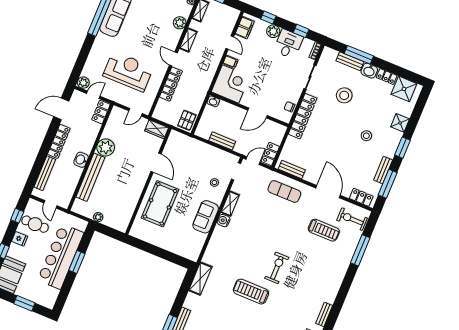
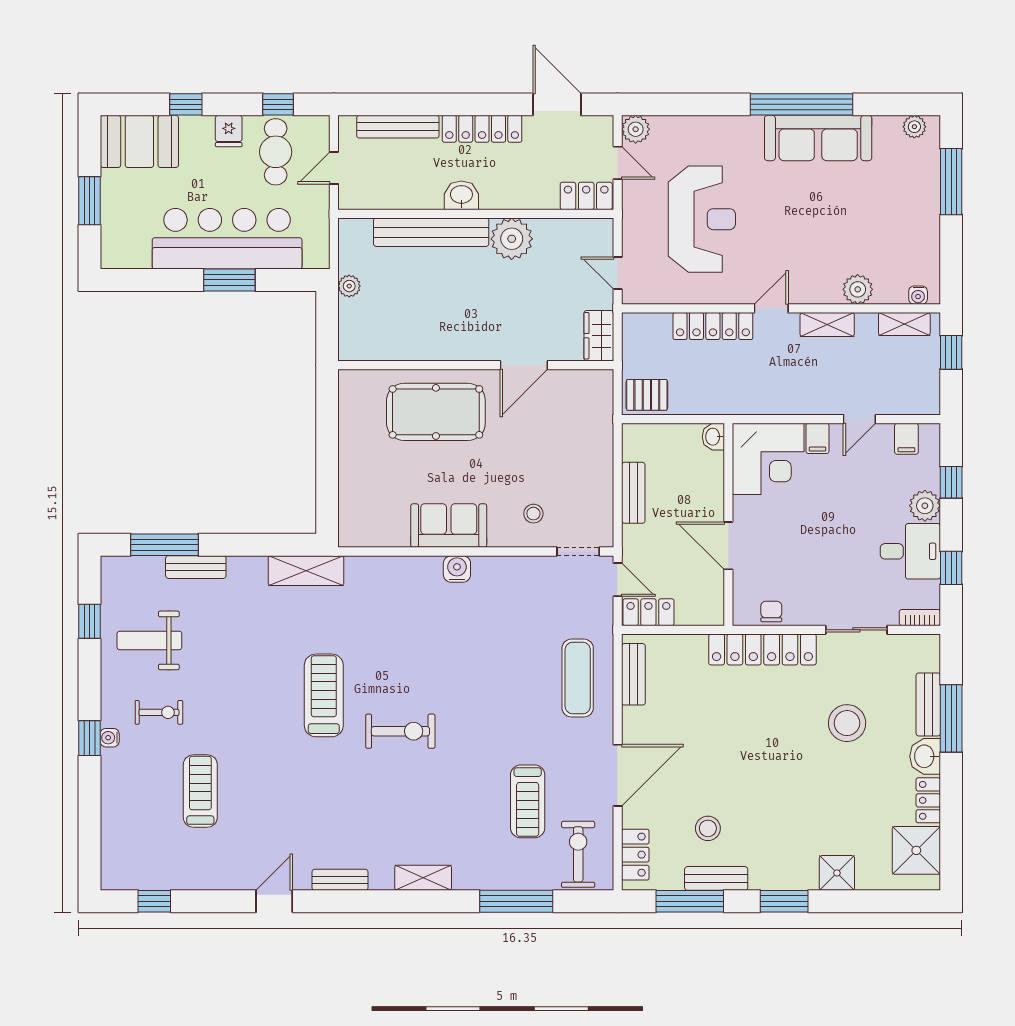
filing cabinet: (245, 28) -> (906, 439), width x0.50
stool: (366, 136) -> (708, 828), moved
shelving: (230, 204) -> (423, 878), moved

